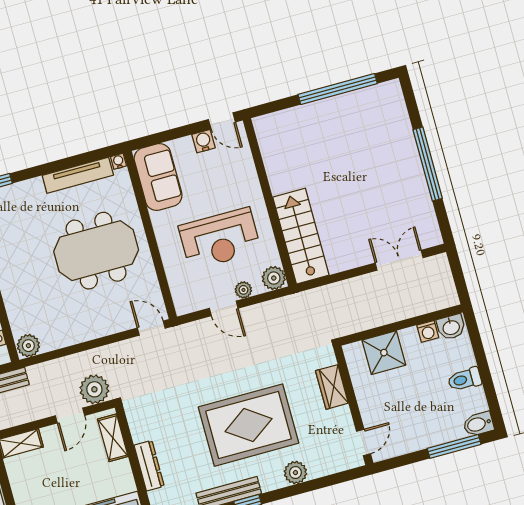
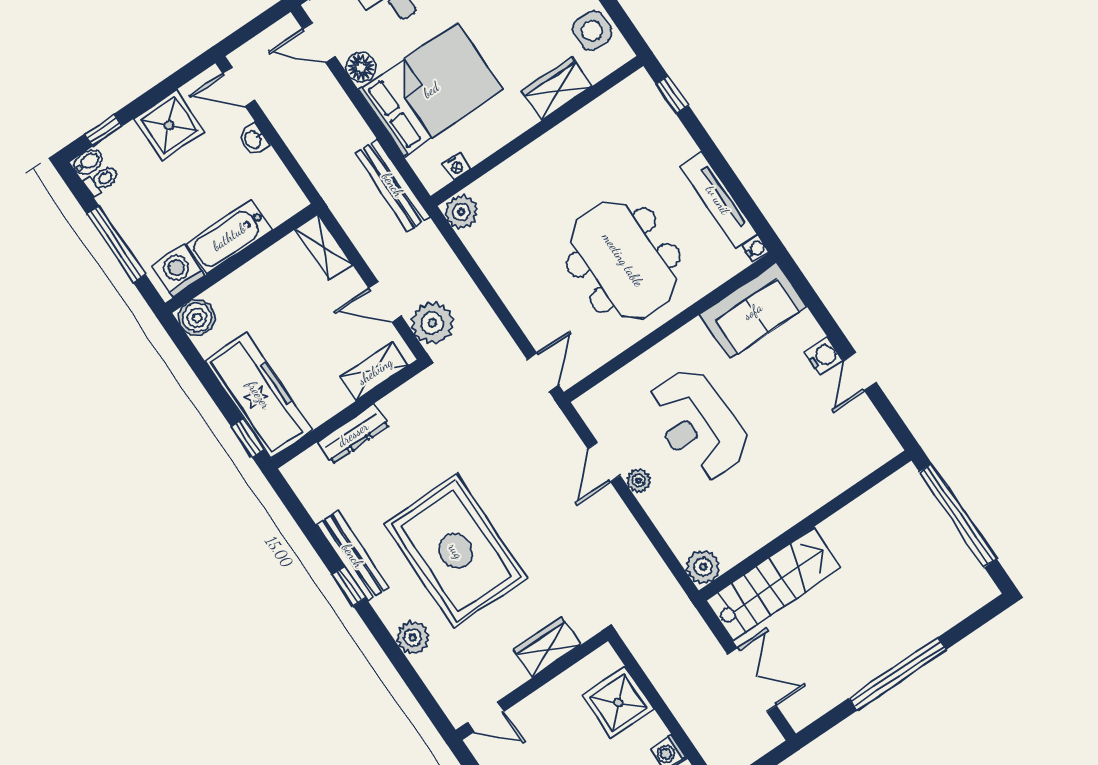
wall: (270, 202) -> (805, 525), moved
stairs: (301, 236) -> (773, 584), moved
plant: (274, 278) -> (703, 567), moved

